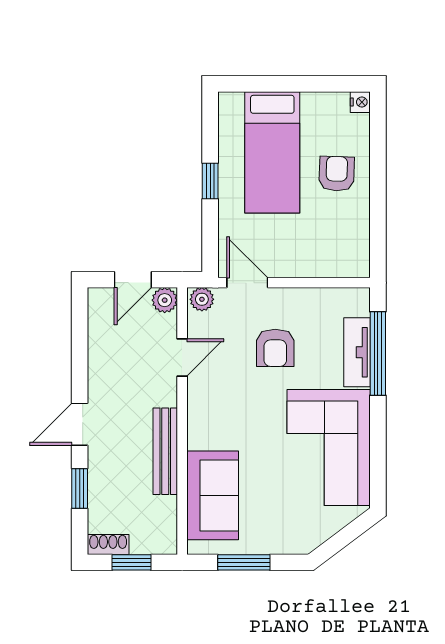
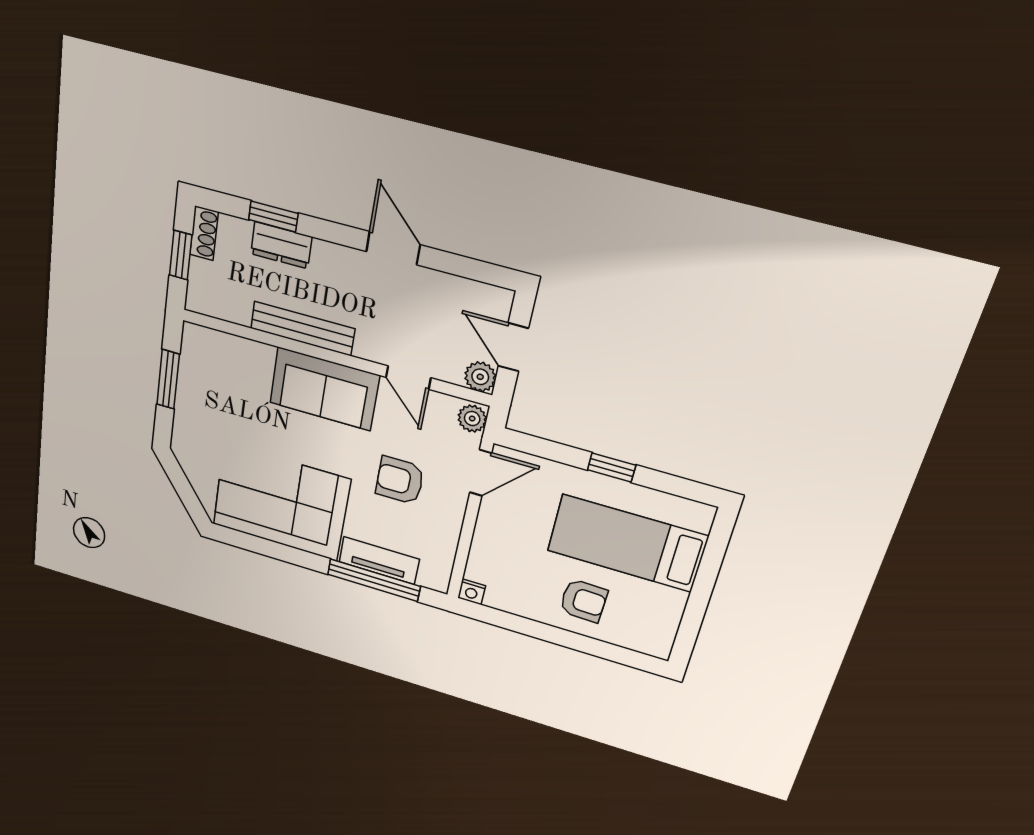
nightstand: (360, 102) -> (472, 592), moved
door: (80, 424) -> (393, 248), moved
dresser: (101, 479) -> (281, 245), added
sofa: (213, 495) -> (324, 389), moved

